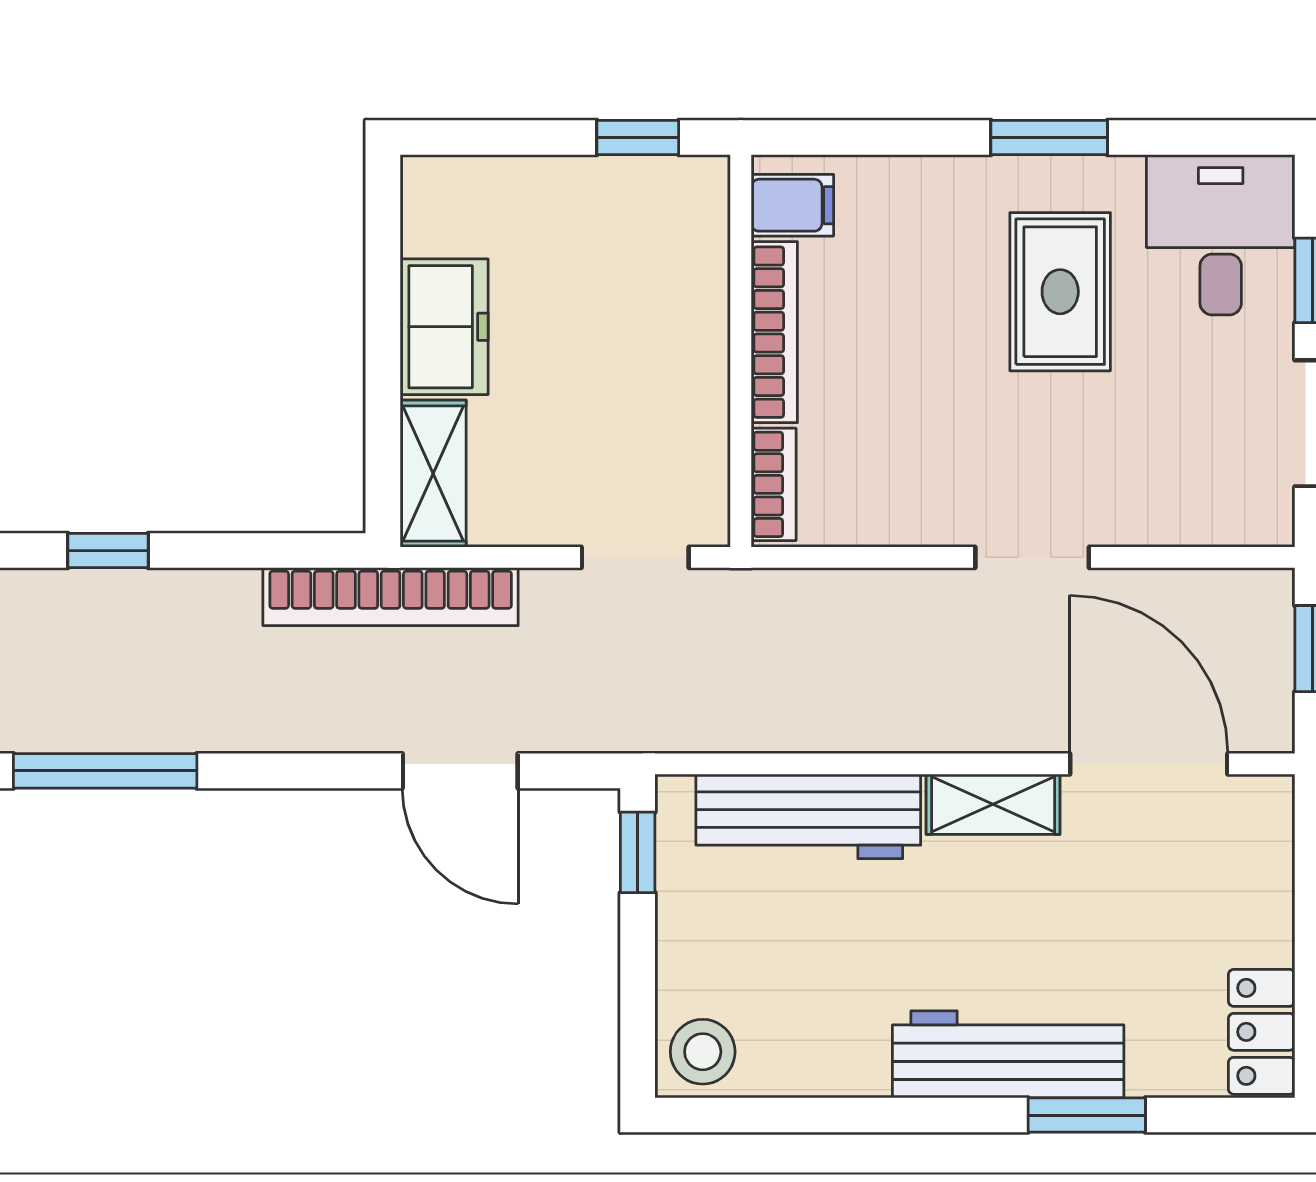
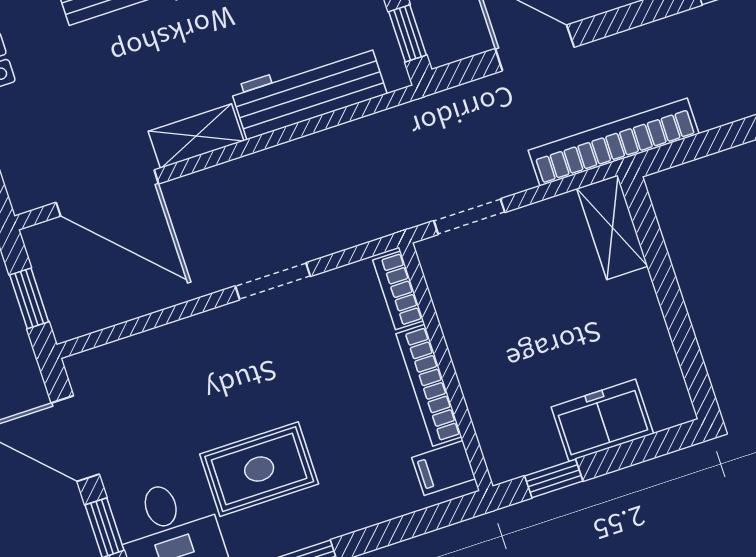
rug: (1060, 292) -> (259, 469), turned 90
freezer: (444, 327) -> (602, 420), moved, turned 90
doorway: (1032, 557) -> (273, 281), moved

